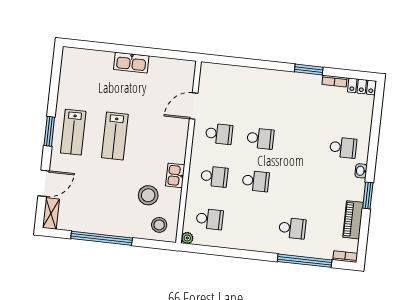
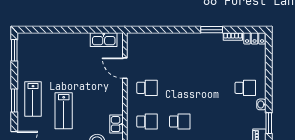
kitchen sink: (131, 63) -> (104, 40), moved
window: (56, 68) -> (14, 50), added
door: (194, 106) -> (125, 68), hinge flipped
lab bench: (115, 136) -> (64, 111), moved
school desk: (260, 138) -> (180, 88), removed

